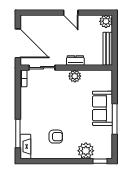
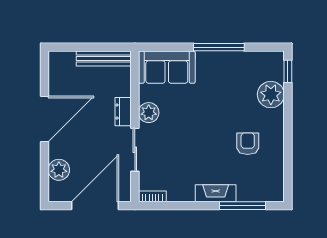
door: (71, 13) -> (45, 119), width x1.88
plant: (106, 21) -> (59, 170), moved
sliding door: (42, 68) -> (135, 150), moved
sofa: (103, 108) -> (167, 67), moved
fireplace: (25, 146) -> (216, 193), moved

